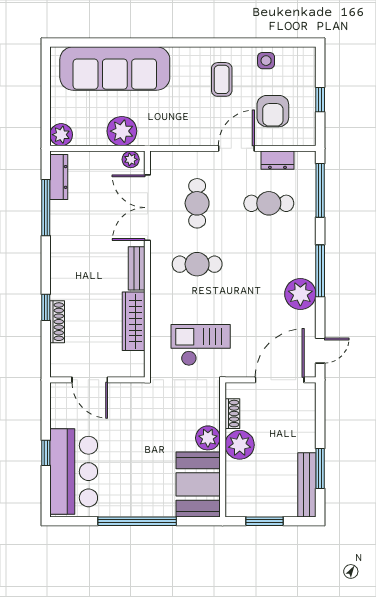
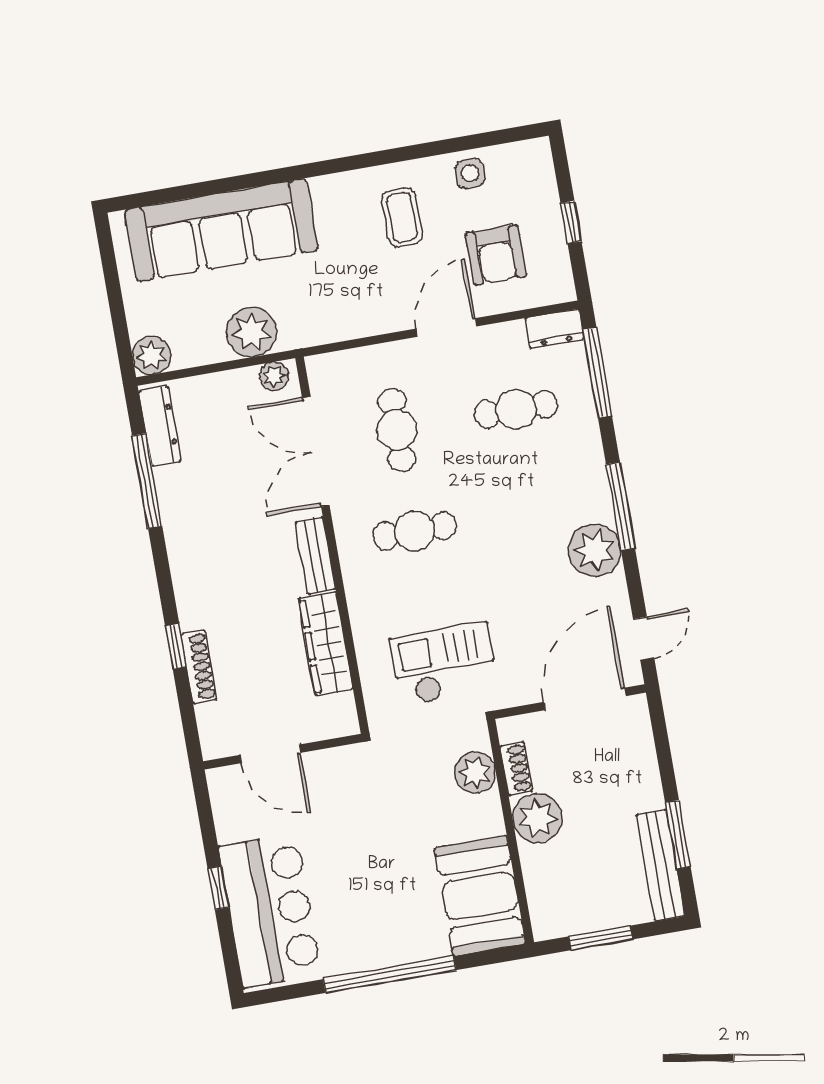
dresser: (277, 160) -> (554, 329), moved
plant: (208, 438) -> (475, 773), moved

